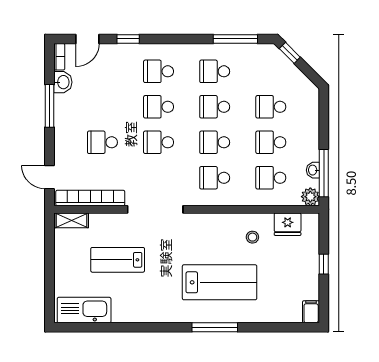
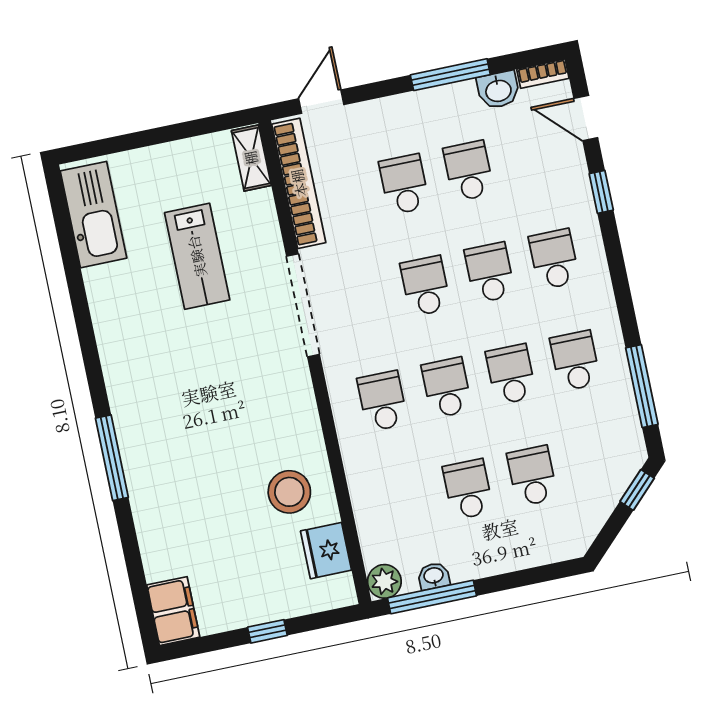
school desk: (271, 178) -> (469, 171), moved
stool: (252, 237) -> (289, 492), width x1.89, depth x1.89
lab bench: (118, 260) -> (197, 256), turned 180
lab bench: (220, 282) -> (195, 449), removed
filing cabinet: (311, 312) -> (173, 611), width x2.00

